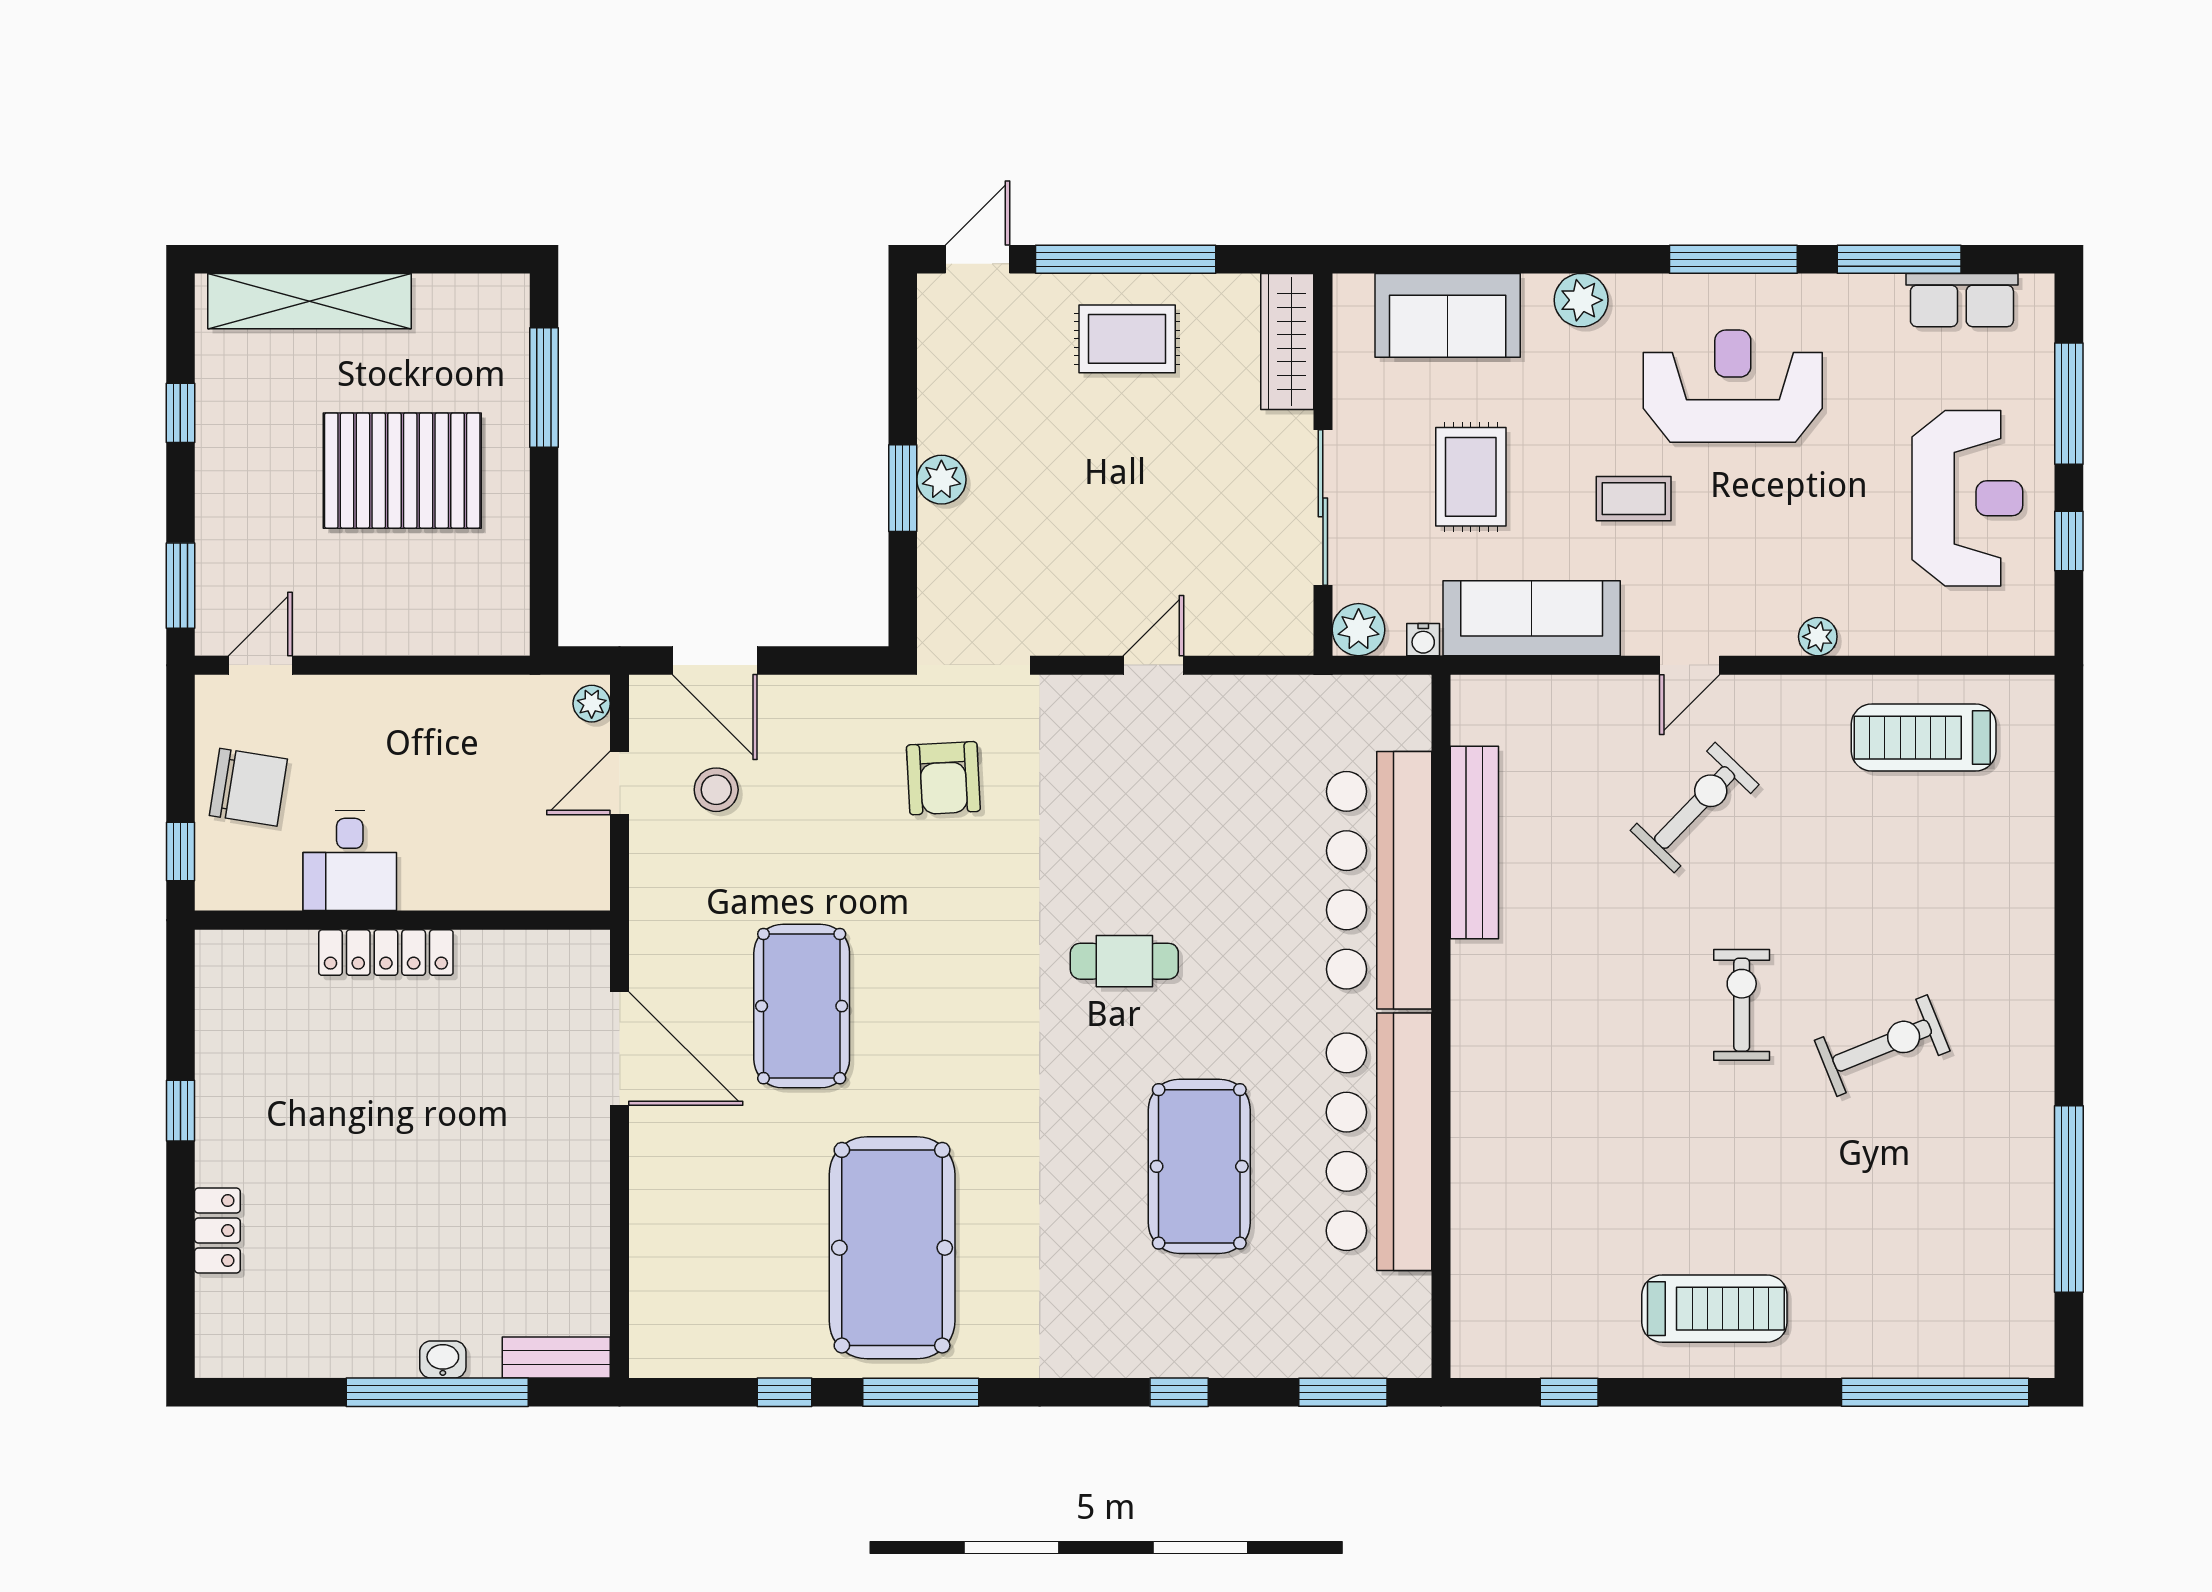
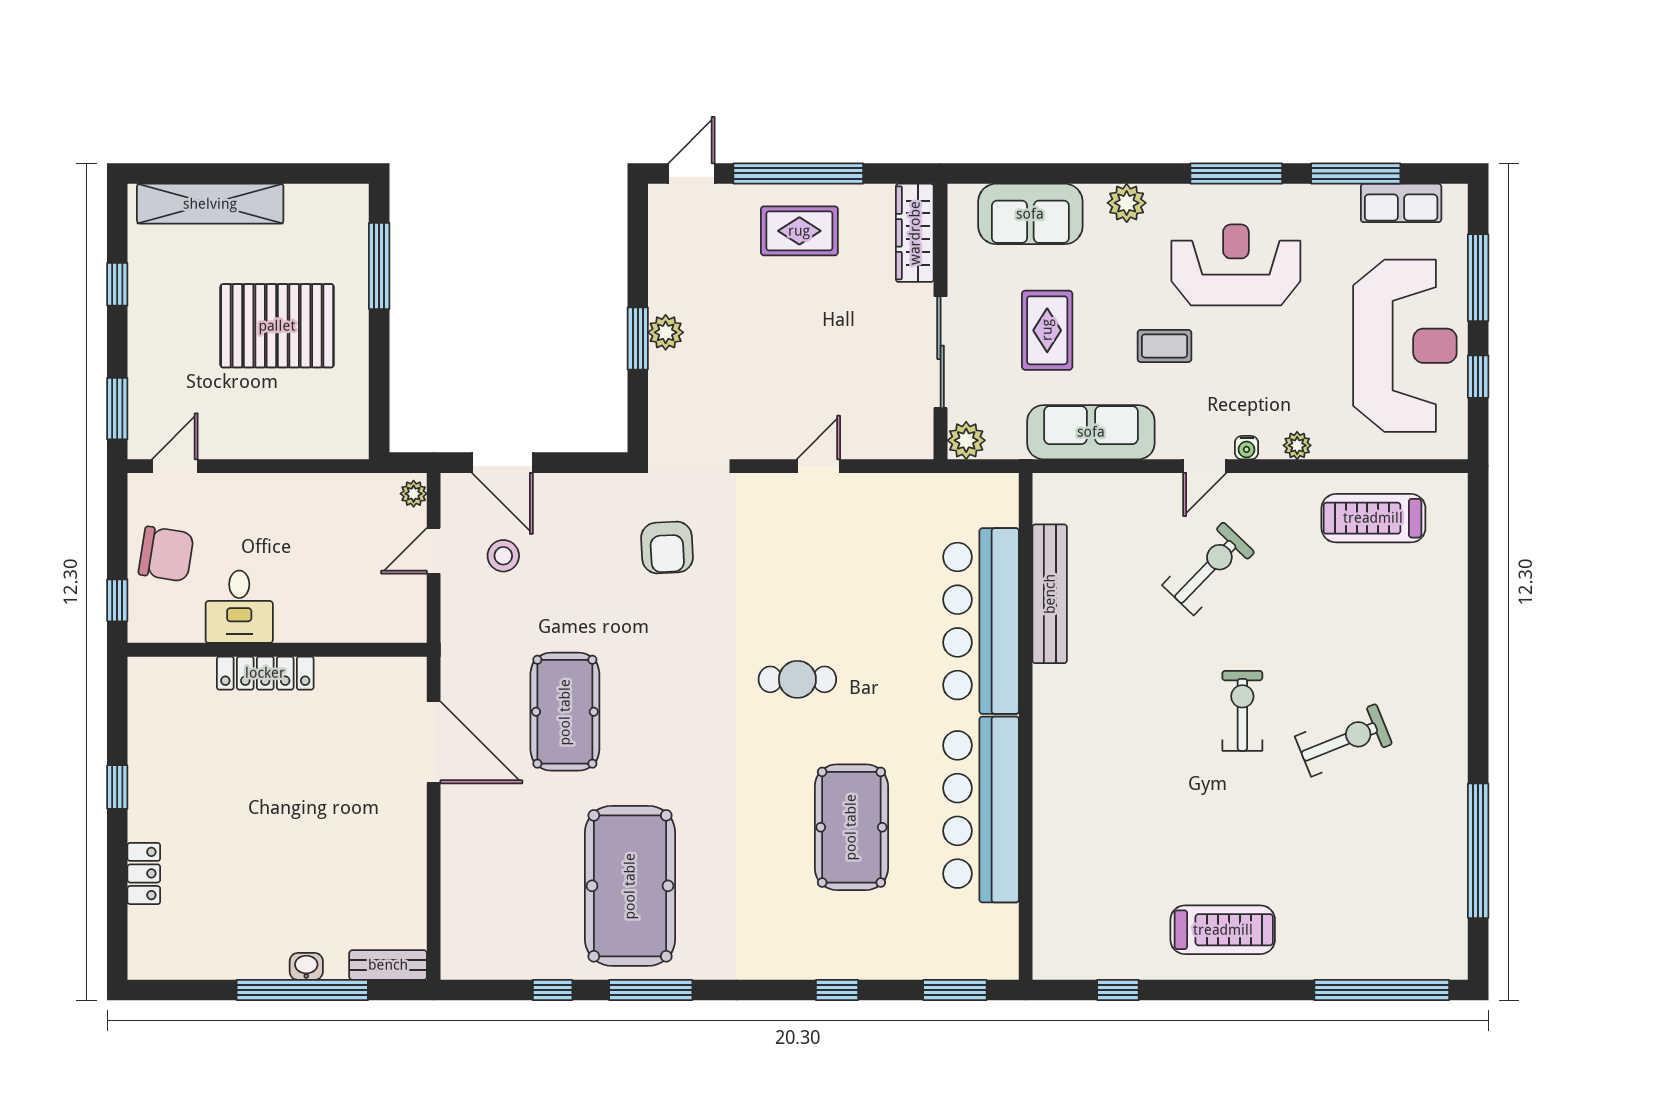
reception desk: (1967, 498) -> (1405, 346), width x1.36, depth x1.30
water cooler: (1423, 640) -> (1247, 448), moved

